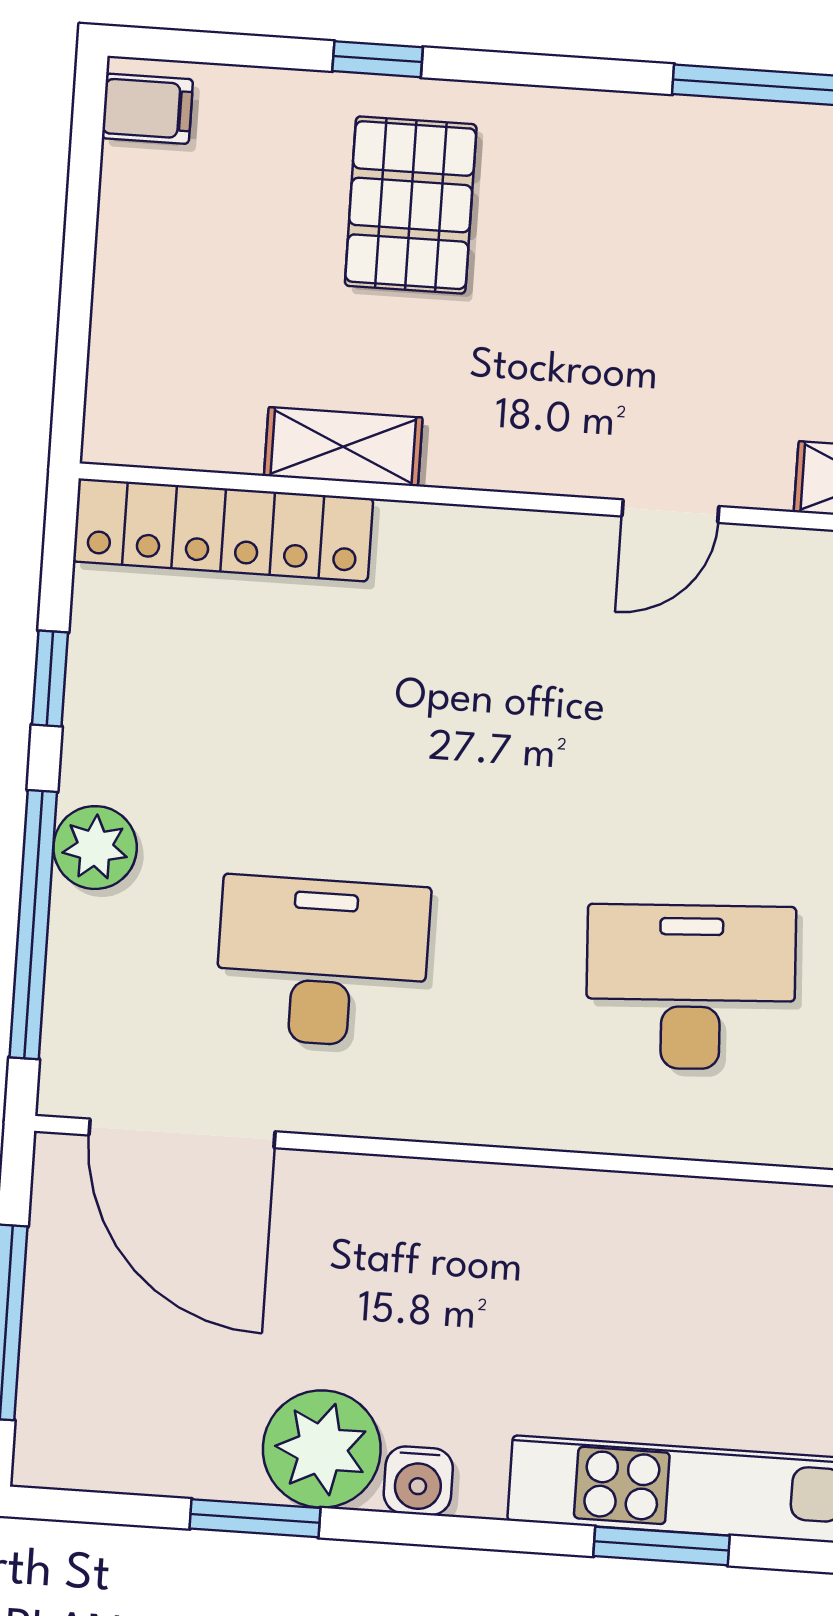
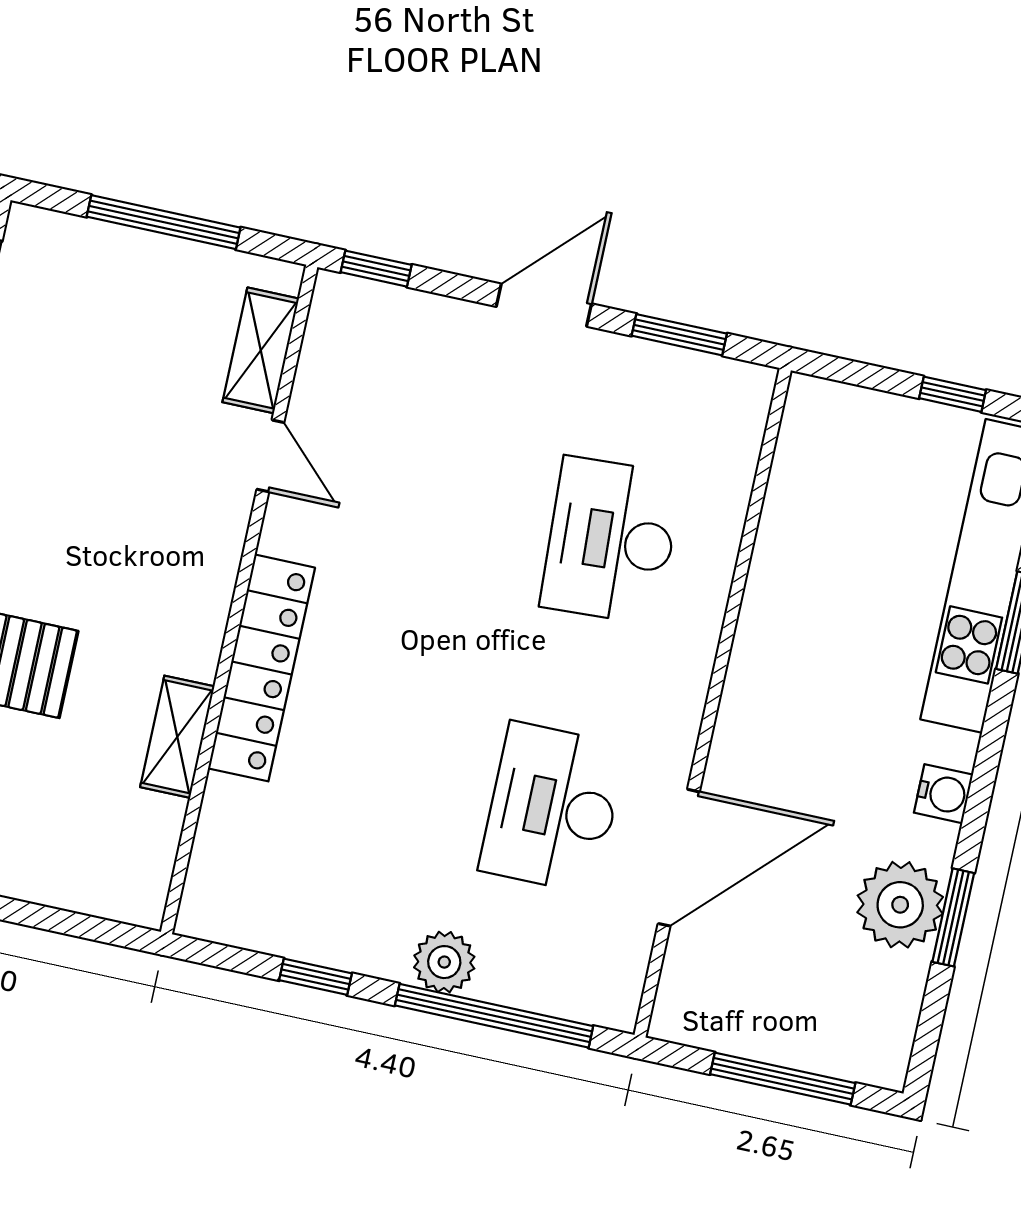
door: (670, 511) -> (270, 456), moved
locker: (223, 530) -> (262, 668), moved
door: (182, 1133) -> (679, 858), moved
plant: (322, 1449) -> (900, 905), moved

